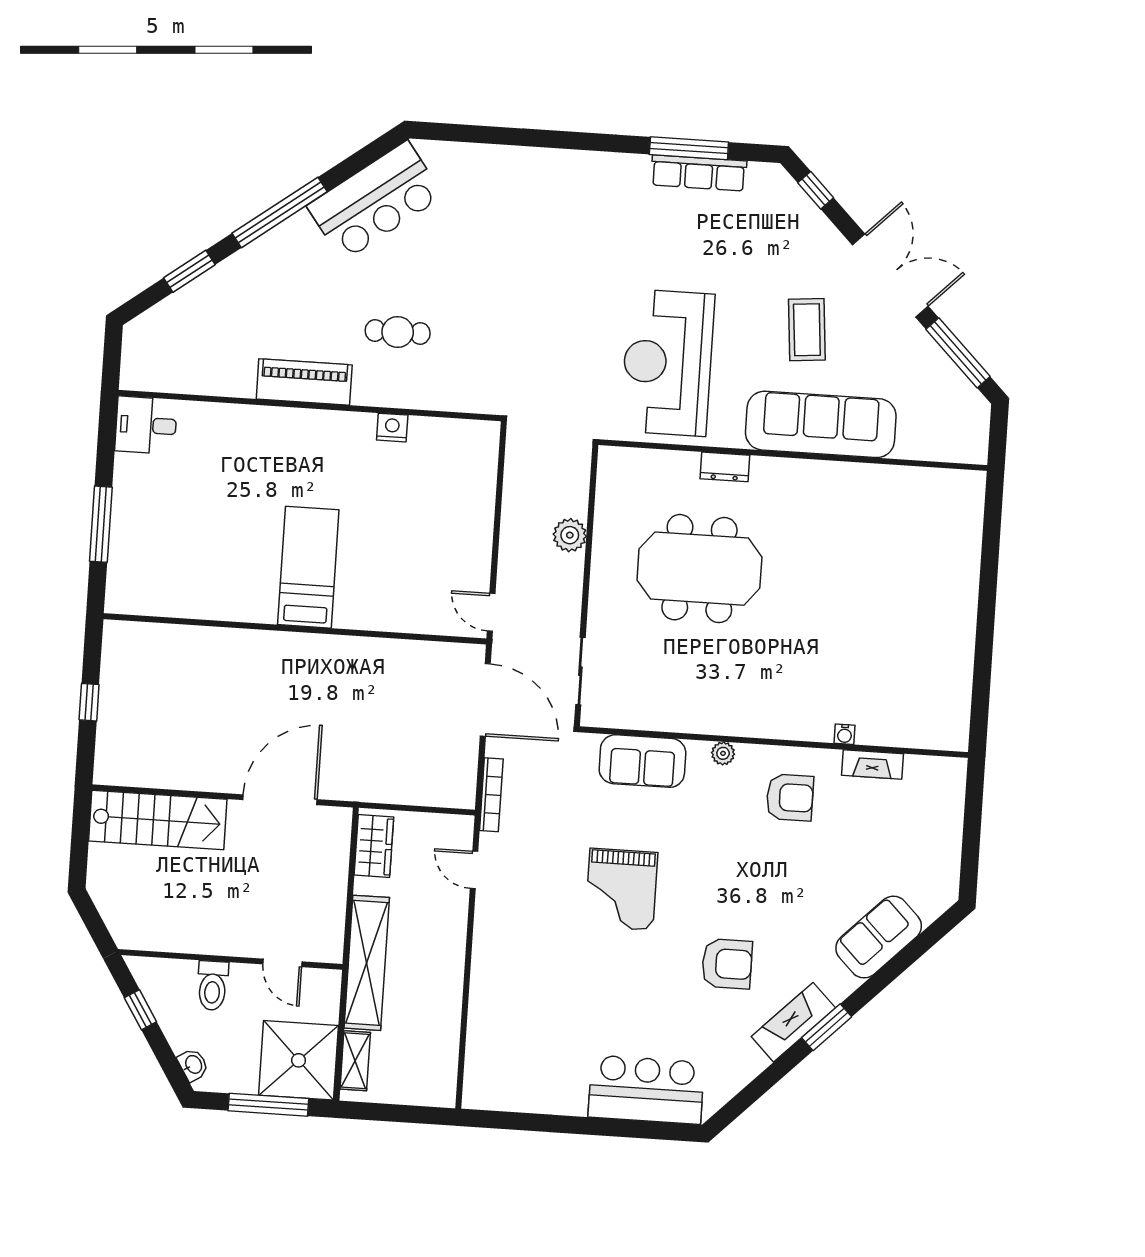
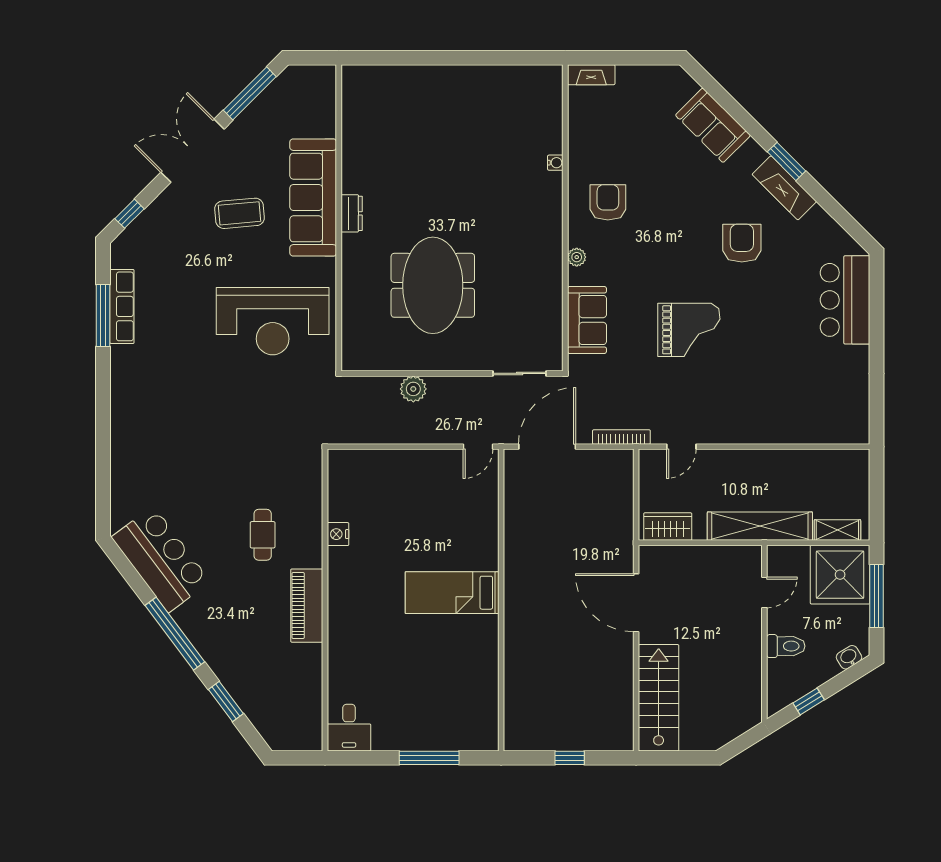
dresser: (725, 467) -> (352, 213), moved
fireplace: (873, 764) -> (591, 75), moved, turned 90

